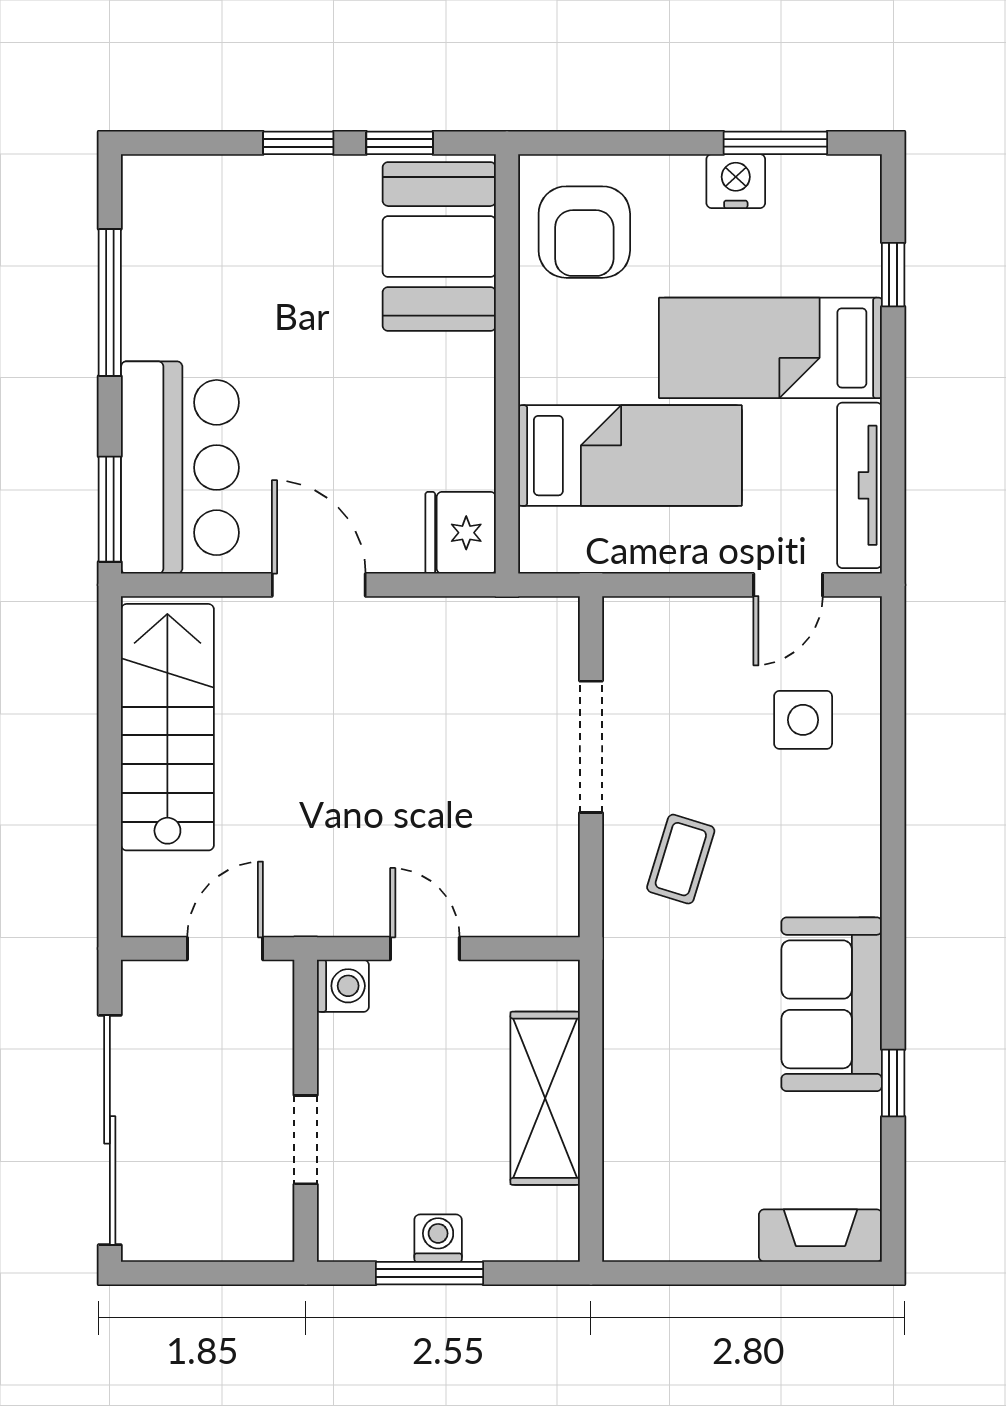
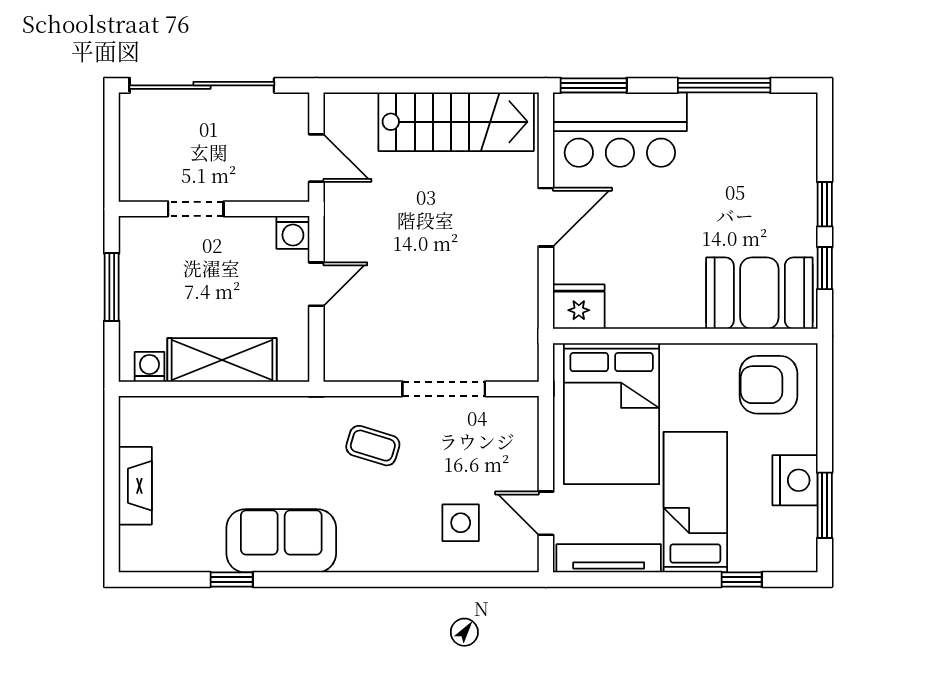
nightstand: (736, 181) -> (795, 480), width x1.36, depth x1.33
bed: (630, 456) -> (612, 414), width x1.50
fireplace: (820, 1236) -> (135, 486), moved
washing machine: (438, 1238) -> (149, 367), moved, turned -90

